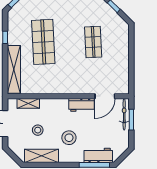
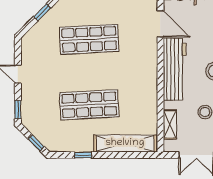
shop shelf: (93, 42) -> (89, 39), width x1.43, depth x1.36
workbench: (81, 105) -> (175, 69), width x1.88, depth x1.32

